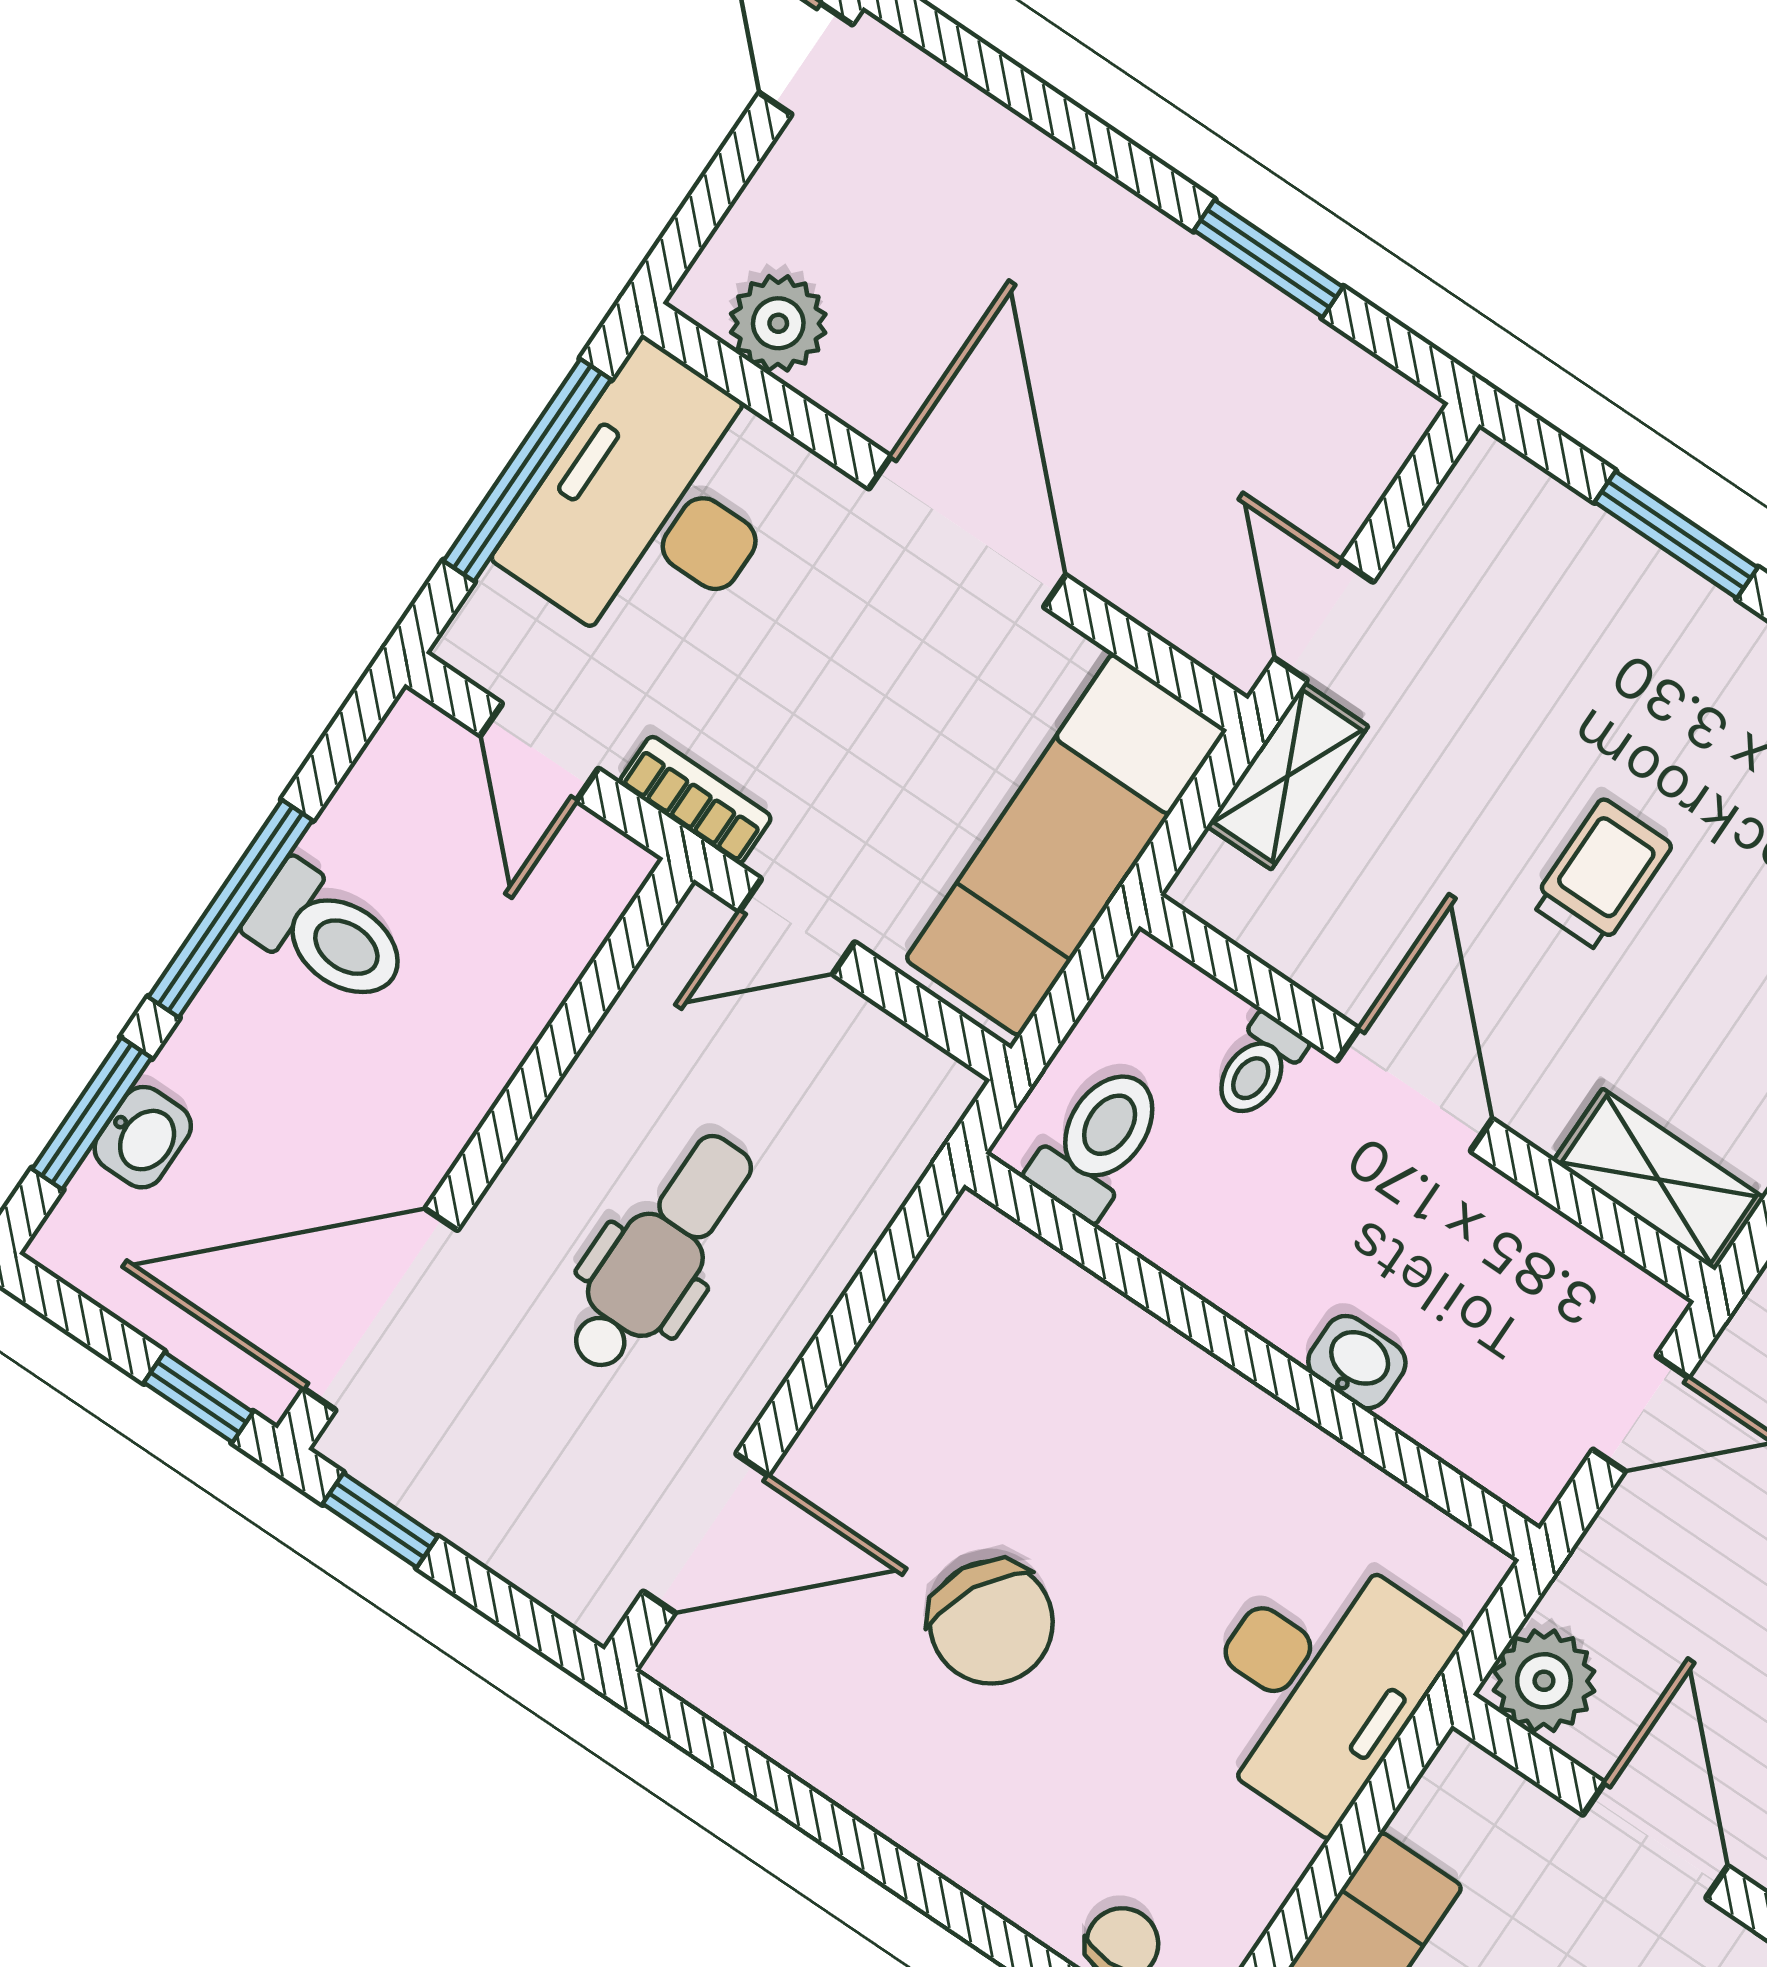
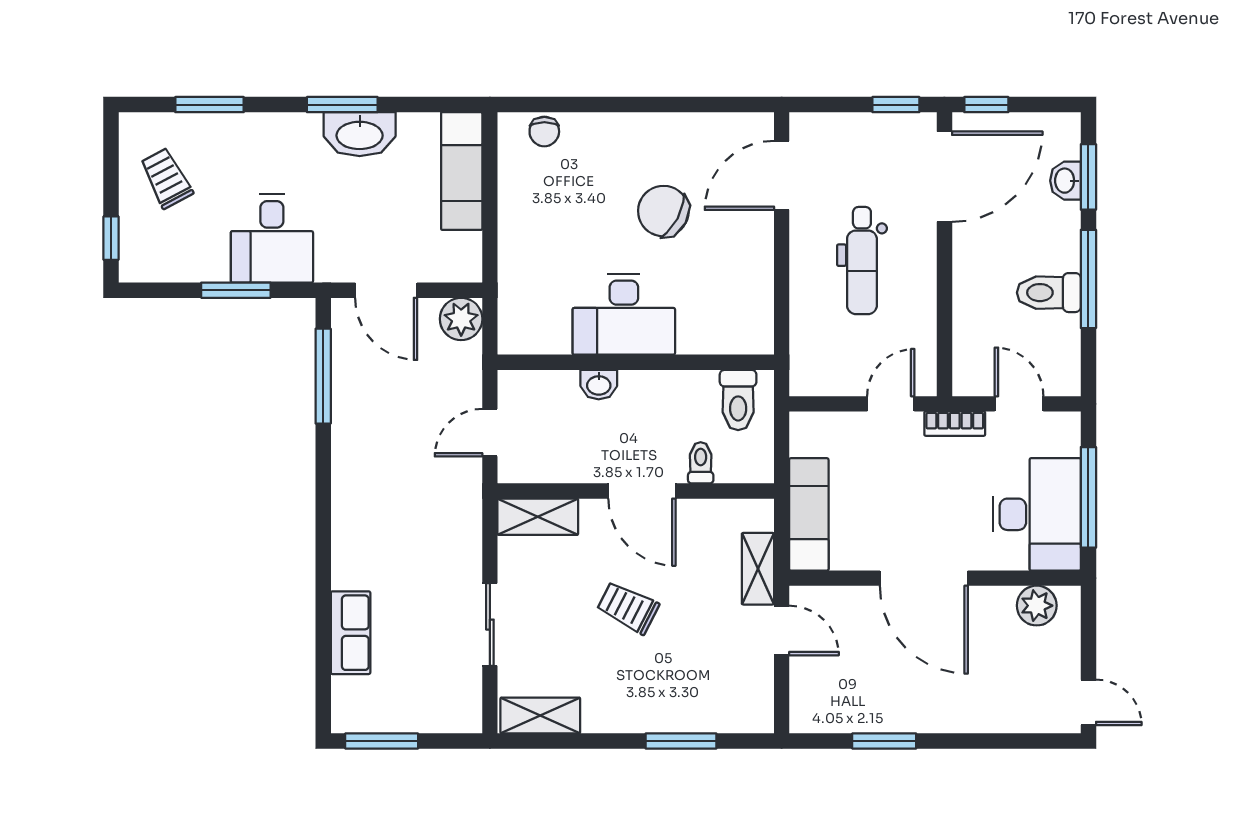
exam couch: (1066, 845) -> (809, 514), width x0.73, depth x0.69
trolley: (1601, 875) -> (628, 608), turned 117
desk: (1318, 1683) -> (624, 314), moved, turned -90

